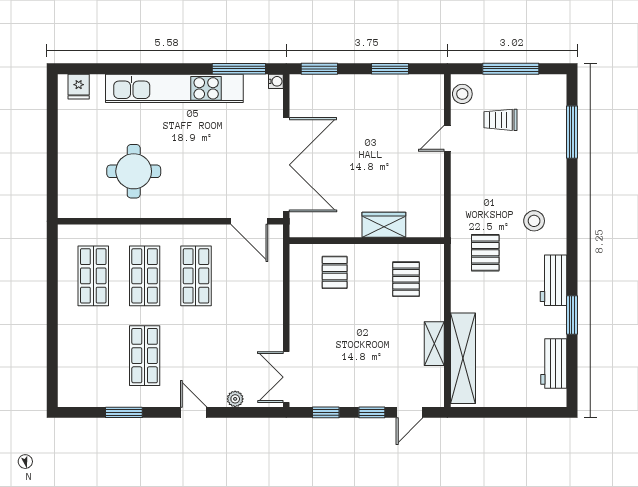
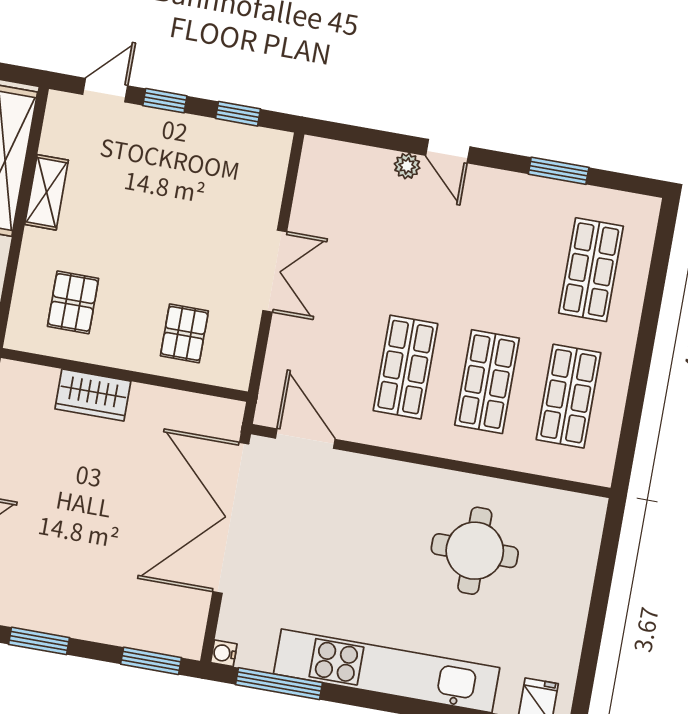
shop shelf: (145, 356) -> (591, 270), moved
double door: (286, 377) -> (275, 271), moved
plant: (235, 399) -> (407, 166), moved

